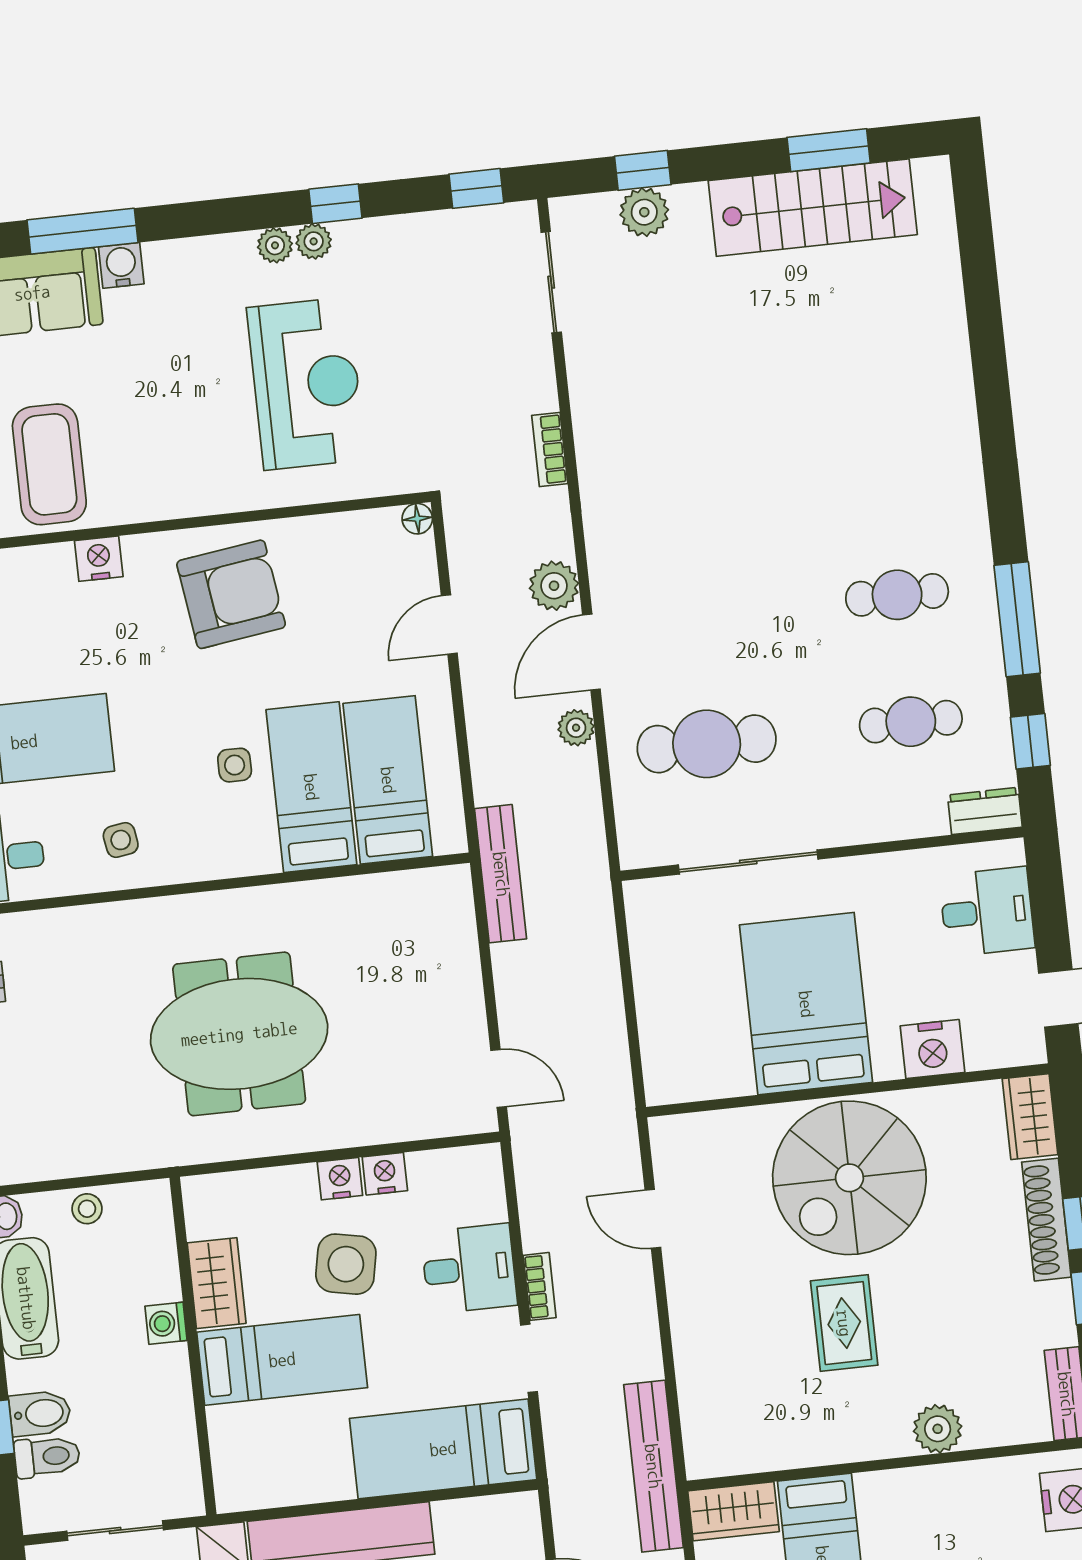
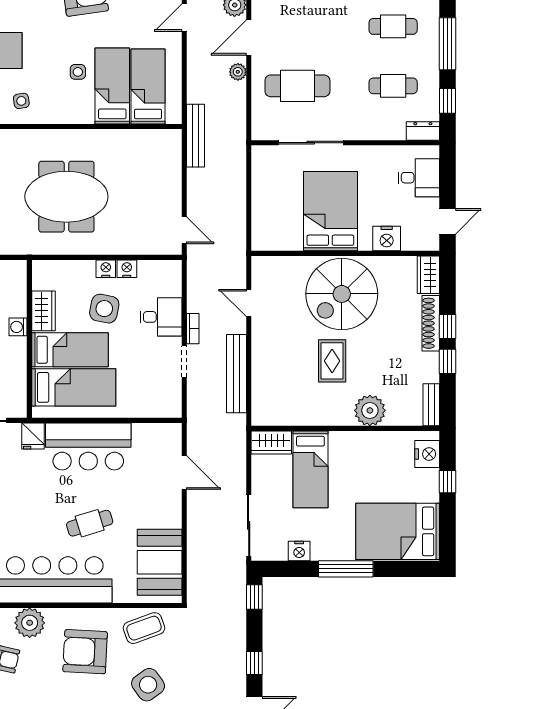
plant: (938, 1429) -> (370, 410), width x1.36, depth x1.36
bed: (443, 1449) -> (74, 387), moved, turned 180
bench: (653, 1466) -> (236, 374), moved

